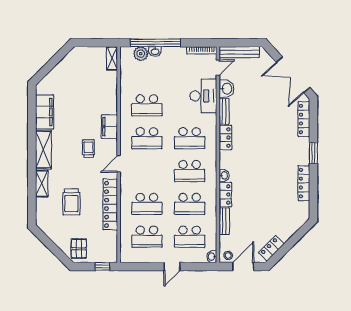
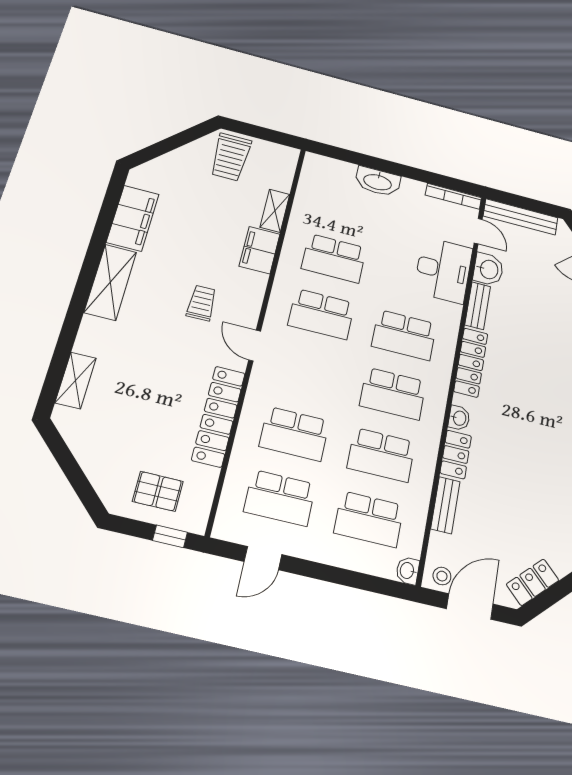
window: (155, 43) -> (372, 162), removed
washbasin: (155, 51) -> (378, 182), width x1.91, depth x1.45
plant: (141, 54) -> (341, 172), removed
shelving: (112, 58) -> (275, 211), moved
door: (218, 68) -> (478, 231), hinge flipped
filing cabinet: (109, 127) -> (259, 250), moved
locker: (225, 138) -> (471, 362), width x1.53
door: (119, 164) -> (255, 345), hinge flipped
shelving: (42, 183) -> (76, 380), moved
trolley: (71, 202) -> (231, 157), moved
pallet: (79, 249) -> (158, 491), moved, turned 90
door: (172, 267) -> (263, 558), moved

